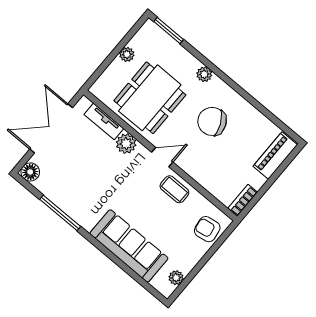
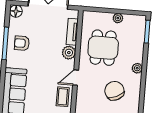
dining table: (150, 98) -> (103, 48), width x0.73
door: (162, 157) -> (76, 78), swing flipped
armchair: (74, 192) -> (22, 43), added

